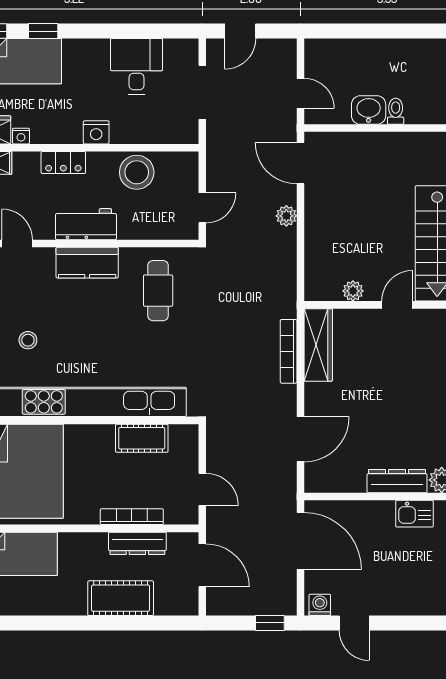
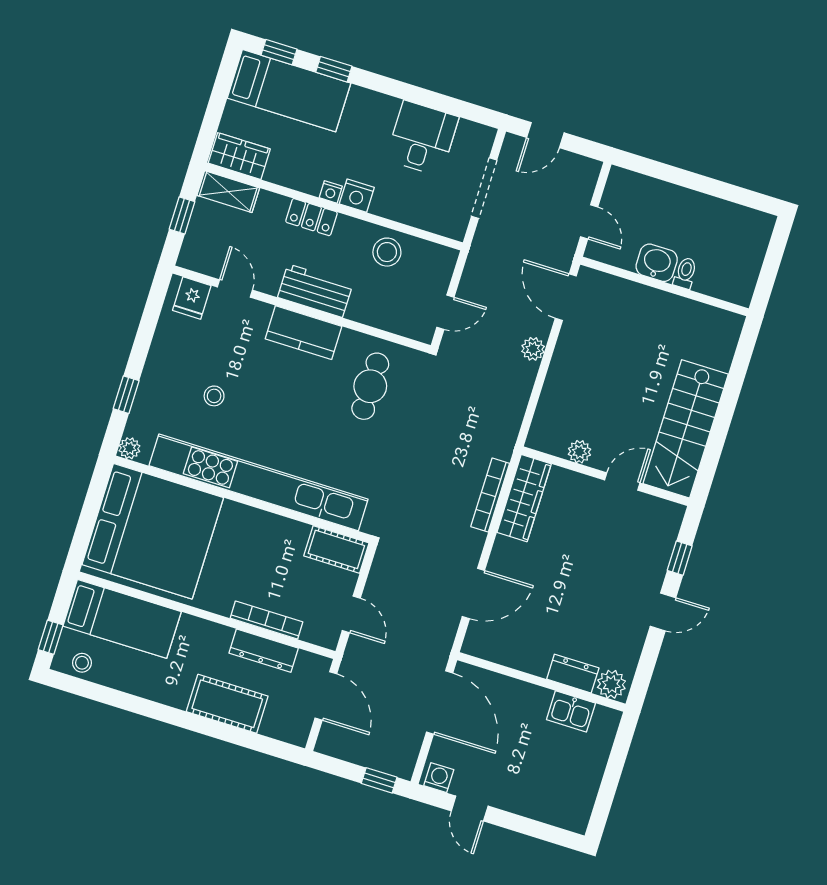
nightstand: (21, 136) -> (331, 192), moved
stool: (137, 172) -> (387, 252), width x0.73, depth x0.73
cot: (142, 438) -> (336, 549), moved
dresser: (397, 481) -> (573, 674), width x0.70

